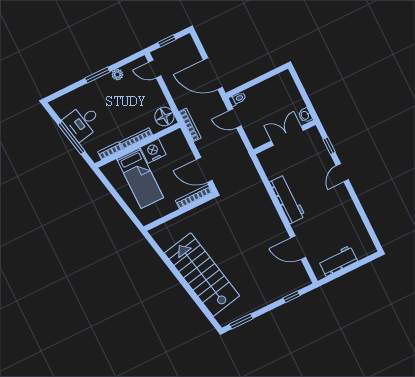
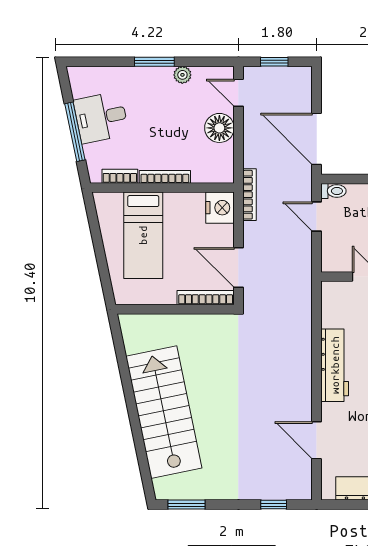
floor lamp: (164, 116) -> (219, 128), moved
nightstand: (153, 151) -> (220, 208), moved, turned 90

